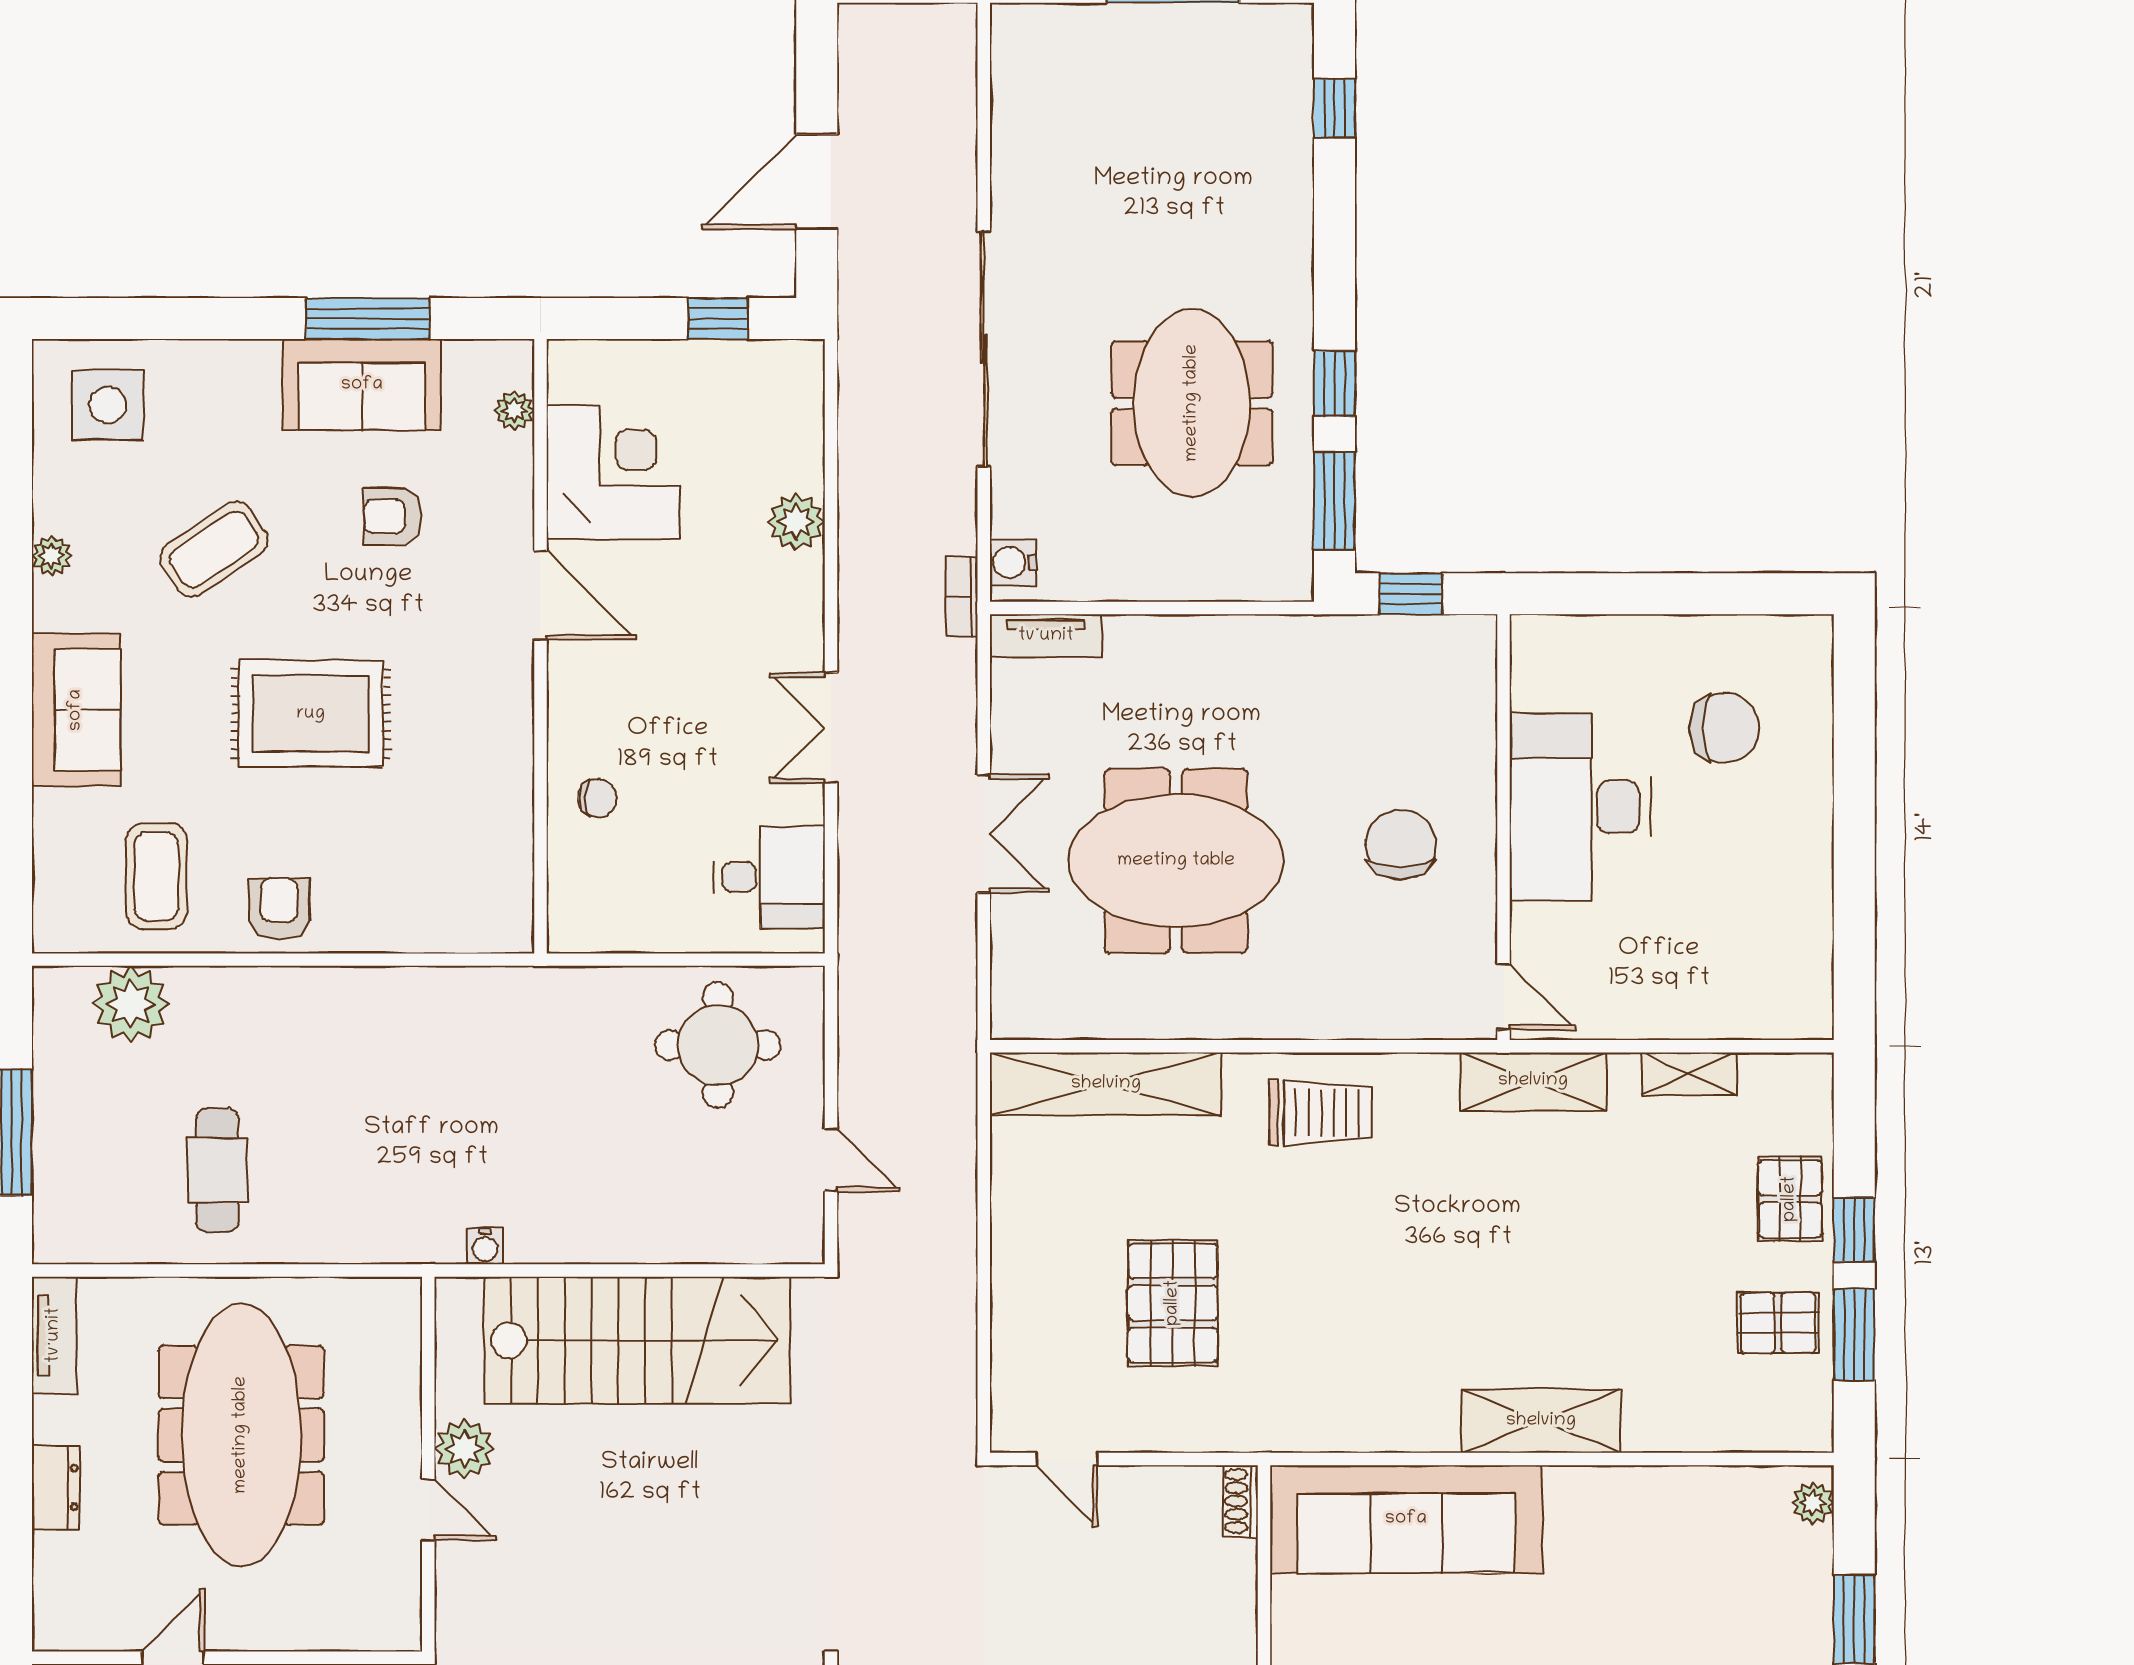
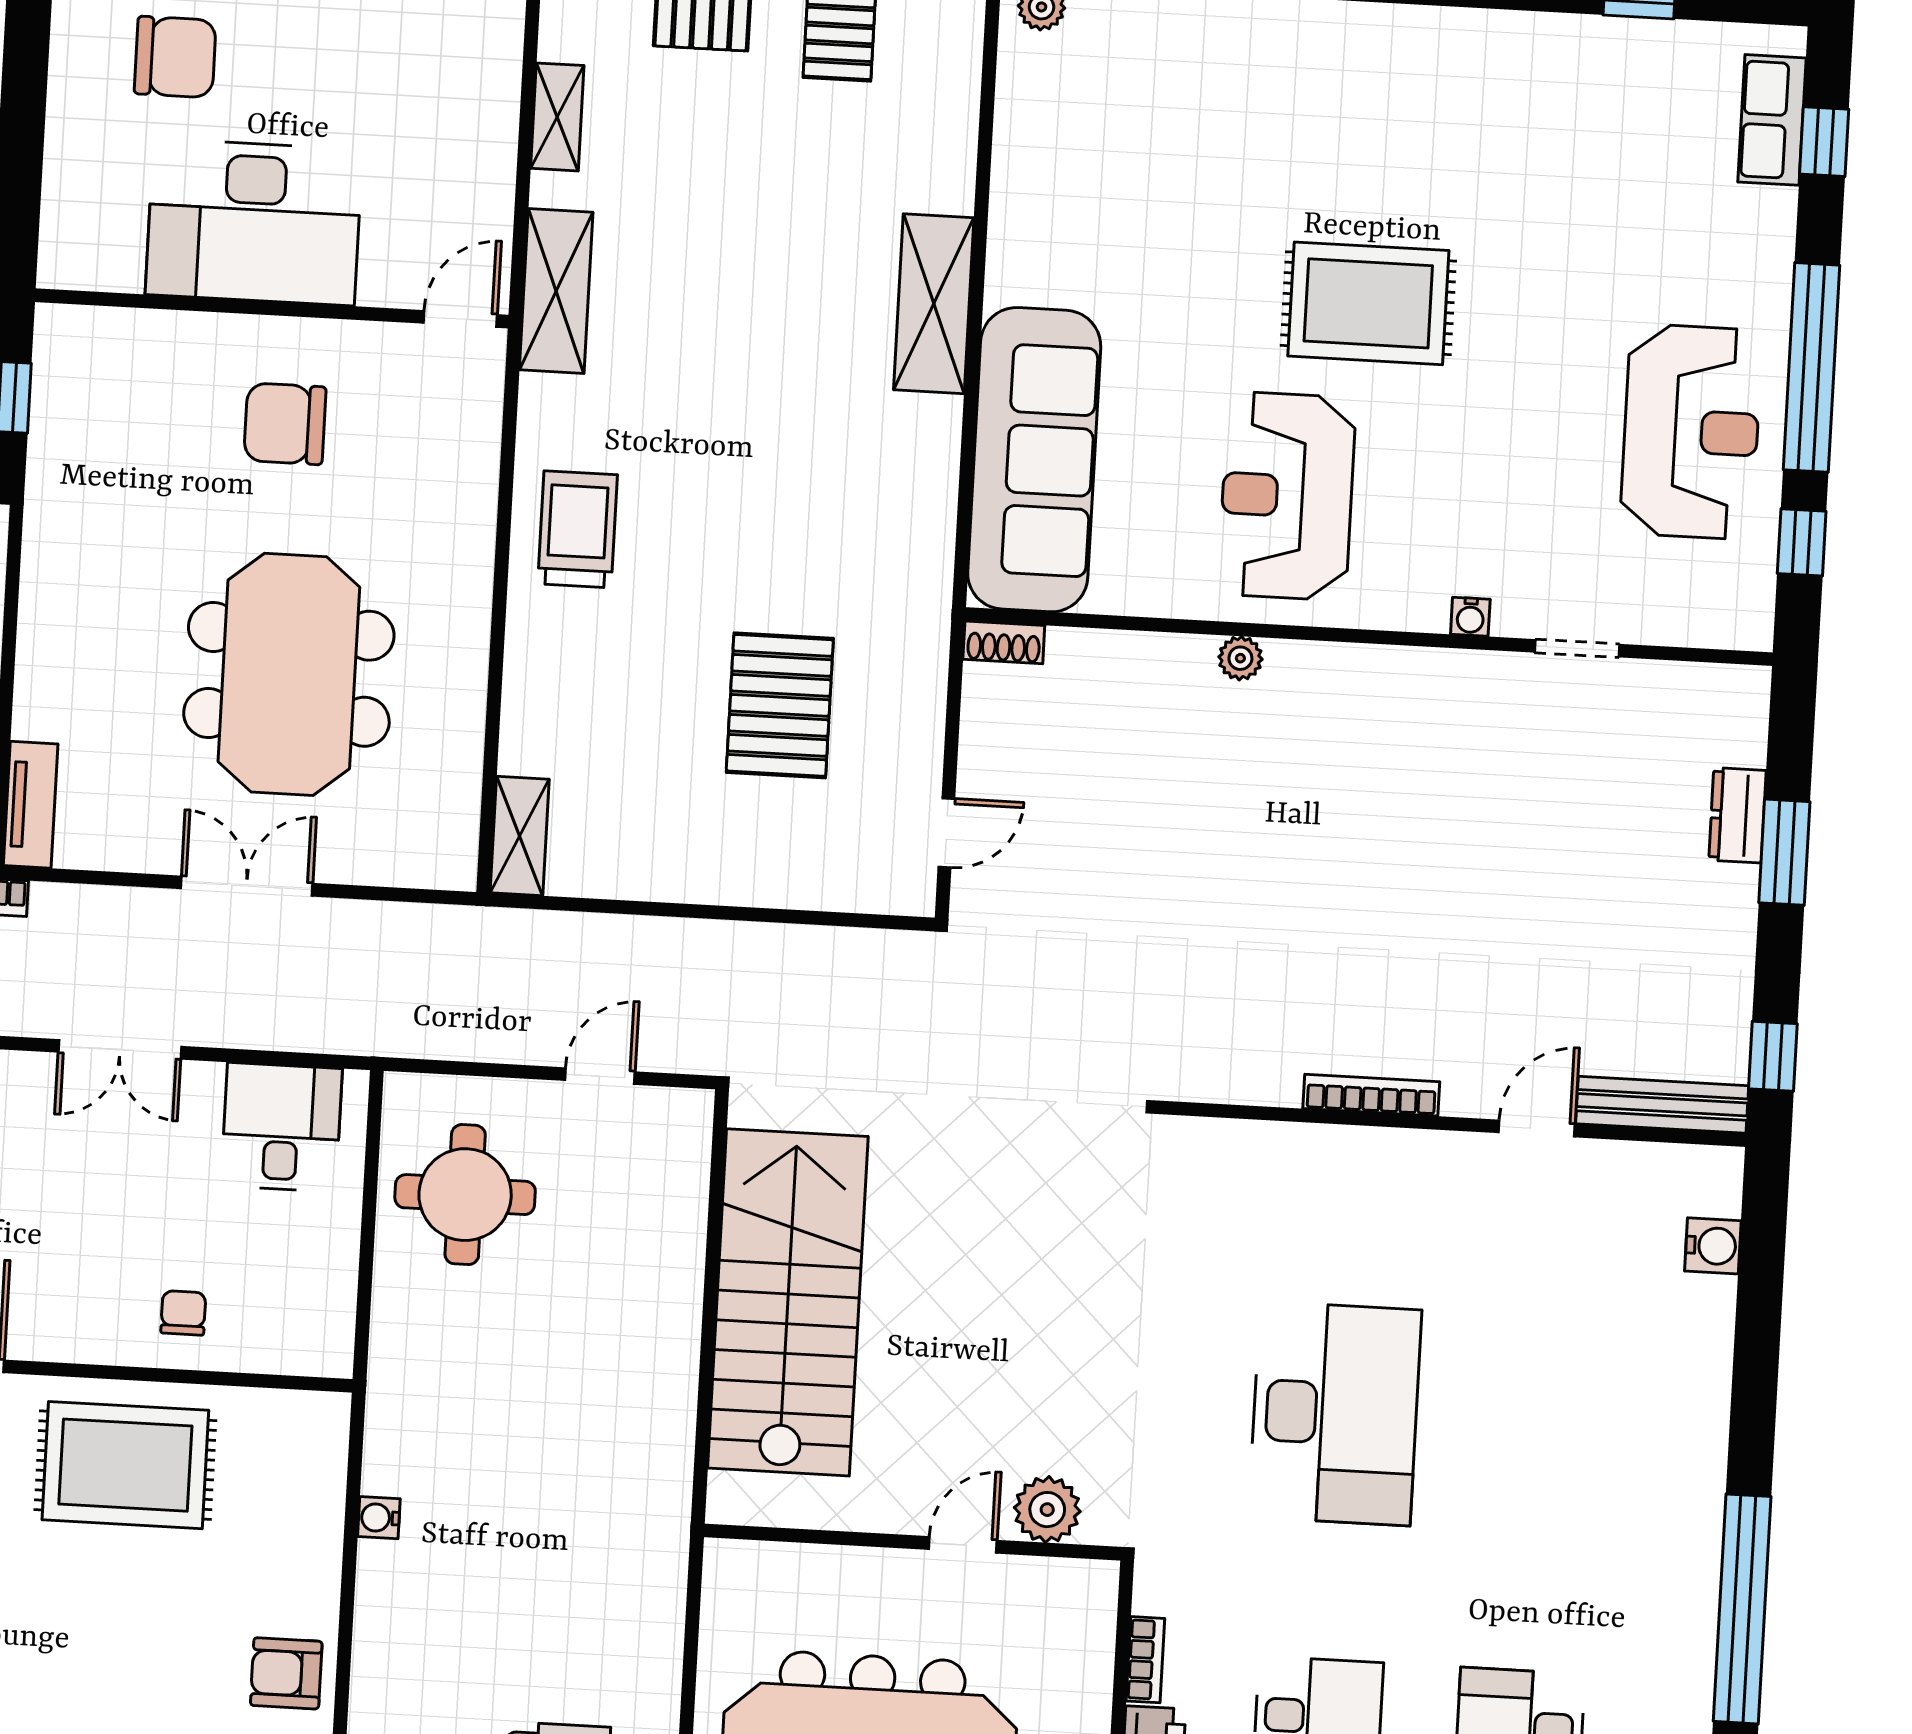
rug: (311, 714) -> (125, 1465), moved, turned 90
chair: (1724, 728) -> (175, 57), turned 90
shelving: (1106, 1084) -> (520, 836), width x0.45, depth x0.75
water cooler: (485, 1246) -> (379, 1518), moved, turned 180
pallet: (1173, 1303) -> (780, 705), turned 90
plant: (464, 1449) -> (1047, 1510), moved

